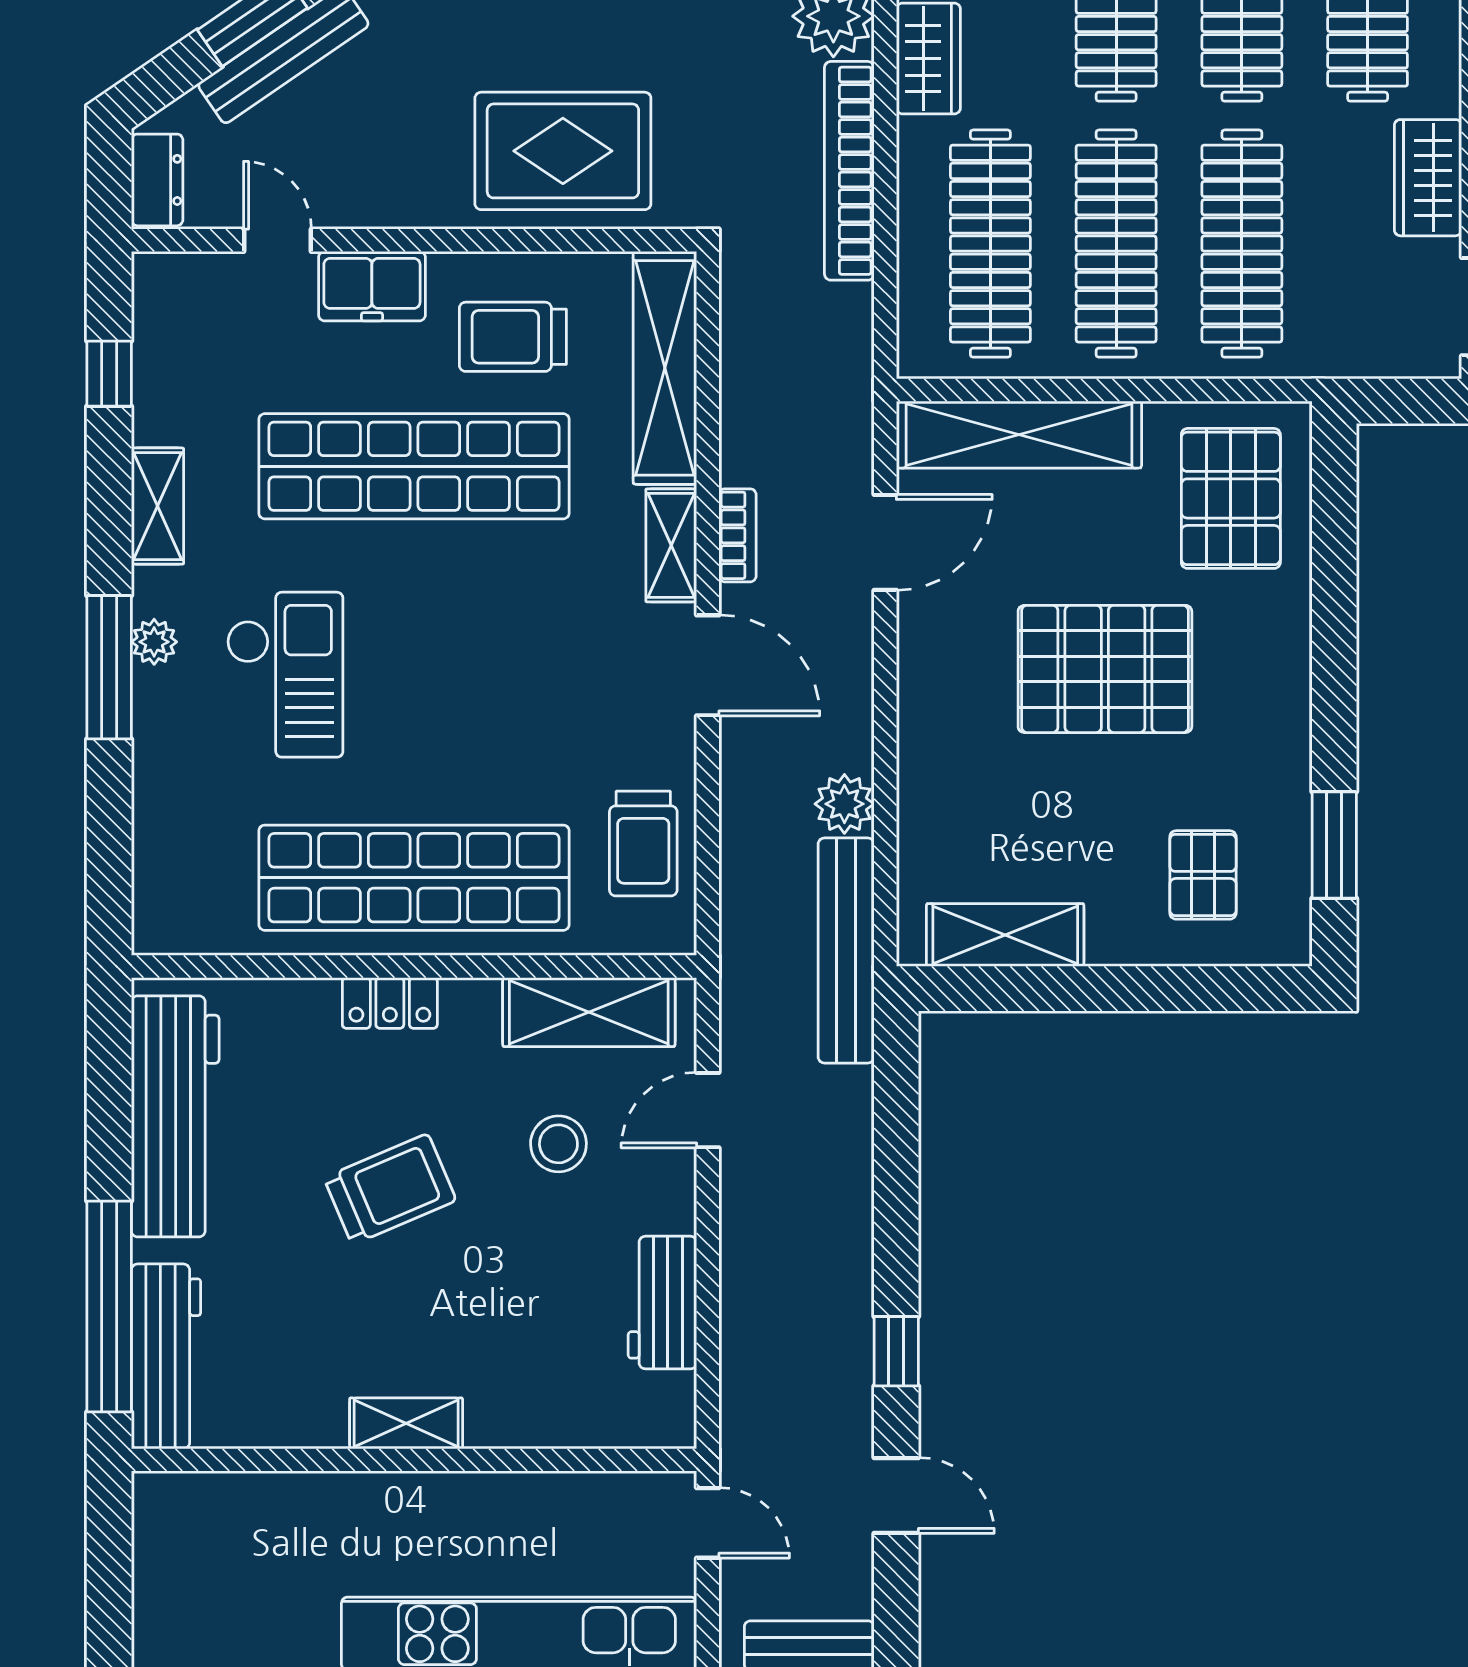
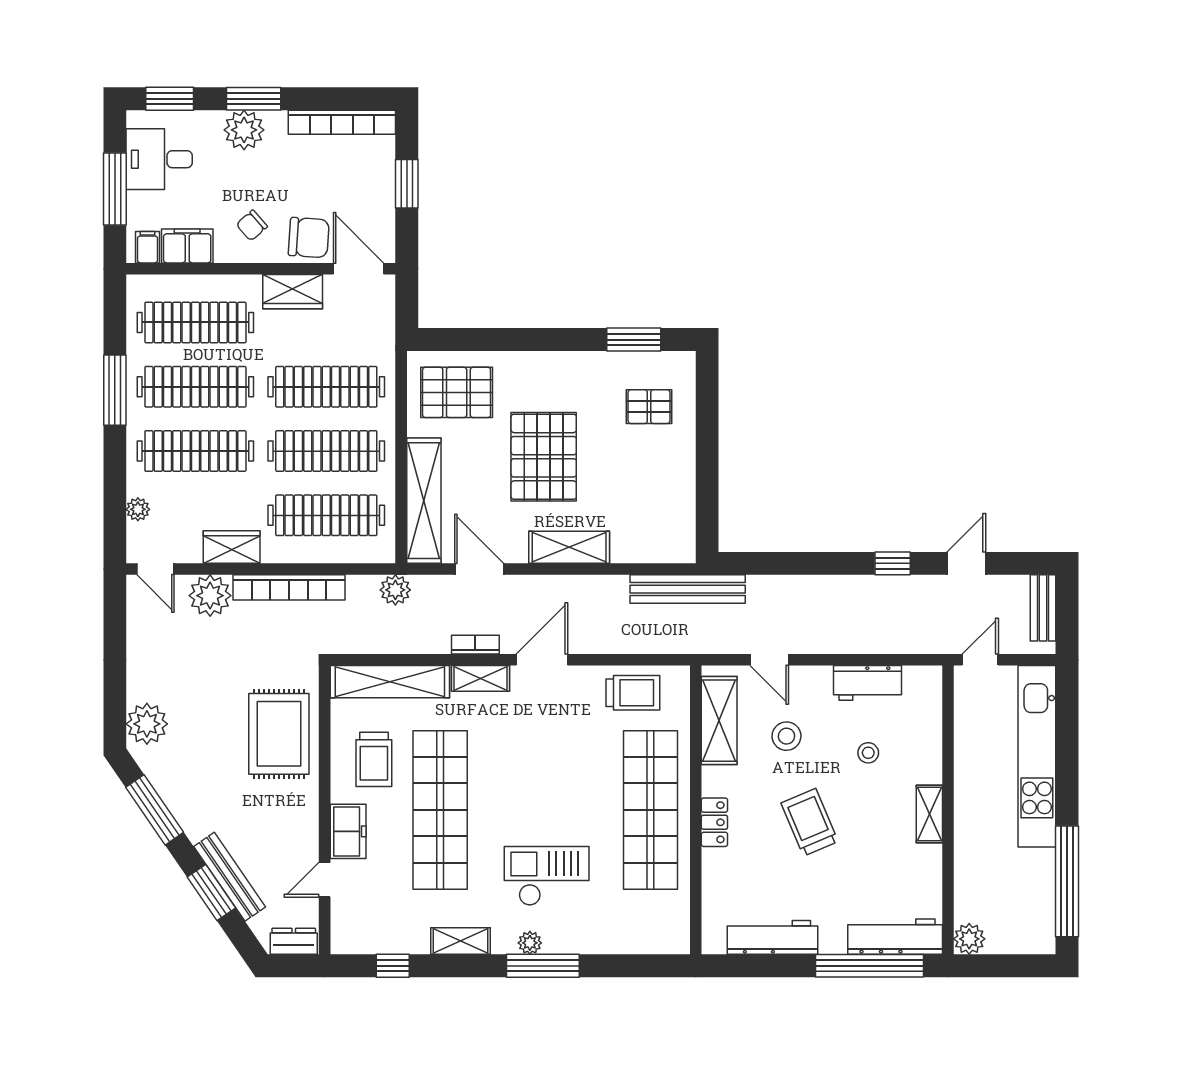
plant: (844, 804) -> (395, 590), moved
shelving: (1005, 935) -> (569, 547), moved, turned 90
workbench: (175, 1116) -> (772, 937), width x0.73, depth x0.76
stool: (526, 1304) -> (868, 753), added
plant: (162, 1501) -> (969, 939), added

